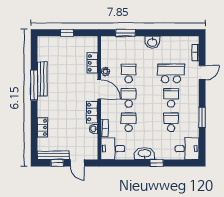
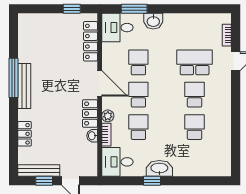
window: (67, 33) -> (72, 9), moved
washbasin: (152, 42) -> (153, 21), moved
locker: (92, 63) -> (91, 41), width x1.53
plant: (105, 71) -> (108, 116), moved
bench: (42, 79) -> (24, 86), moved
window: (202, 117) -> (236, 120), removed
desk: (187, 149) -> (117, 28), moved, turned 180
window: (157, 163) -> (152, 181), moved

